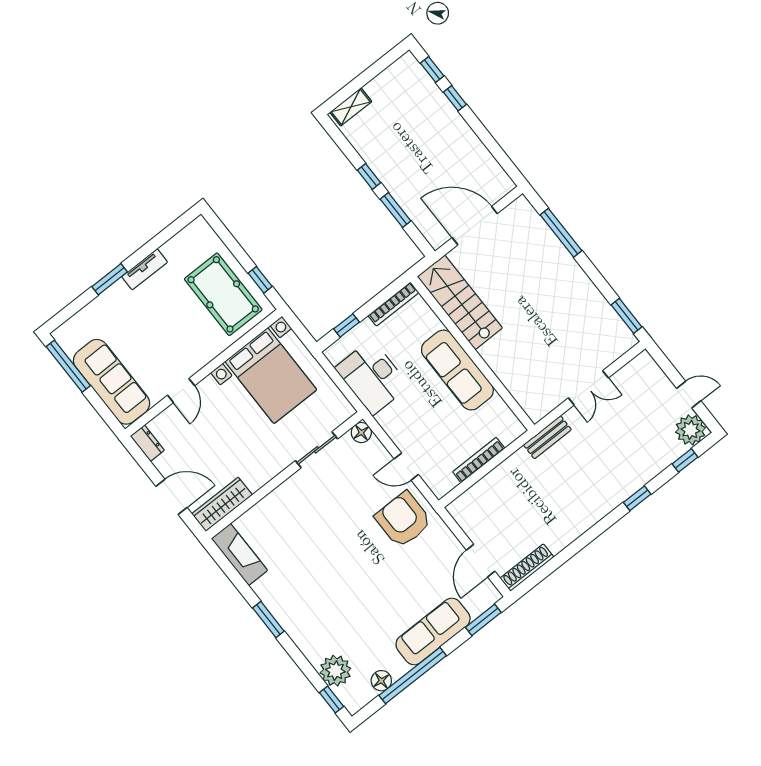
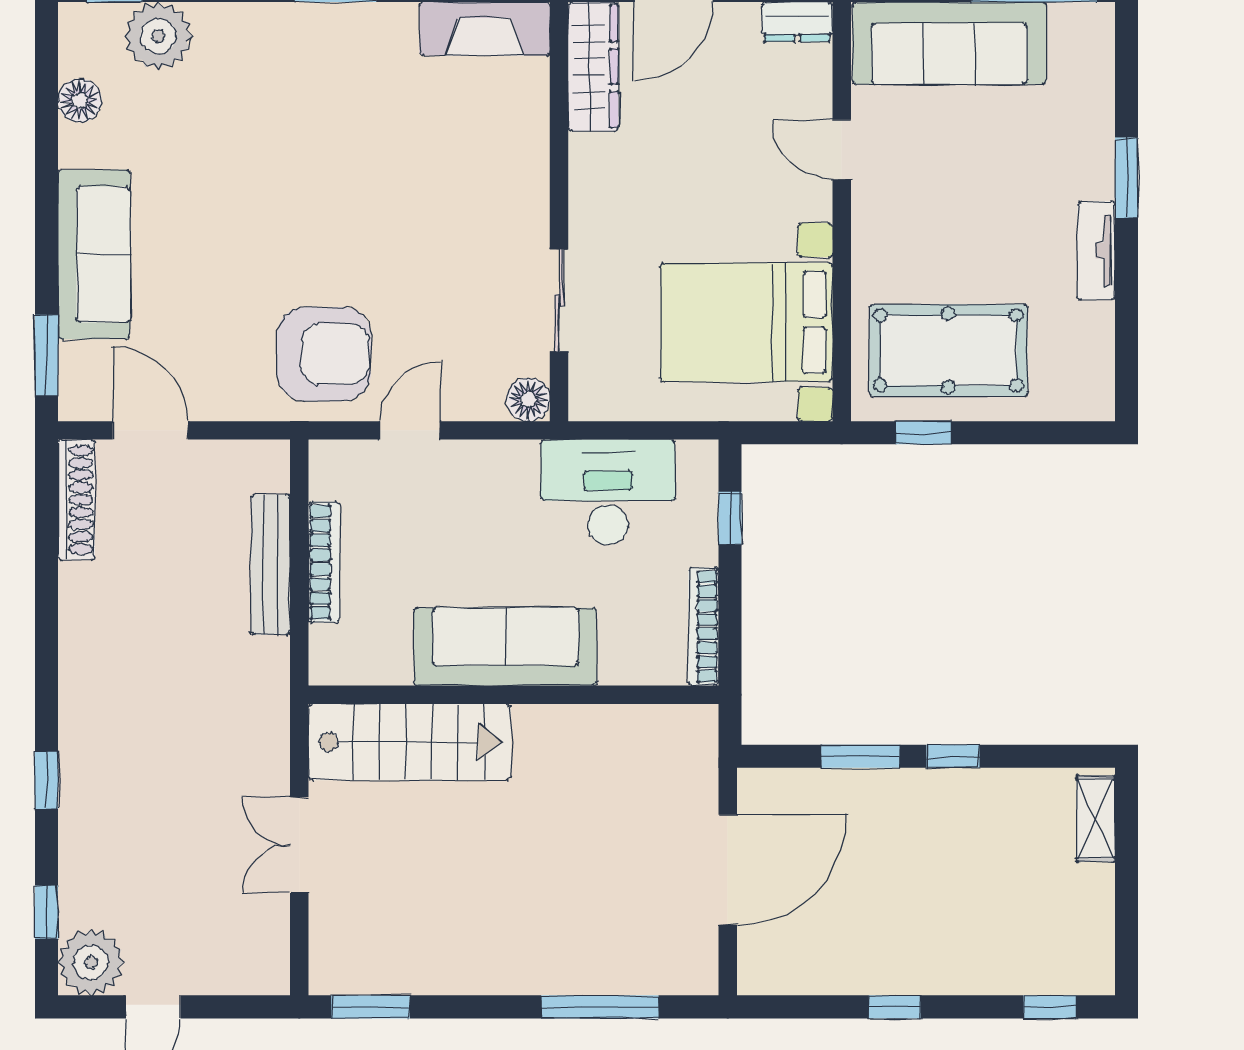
window: (455, 98) -> (895, 1007), moved
stairs: (460, 302) -> (410, 742), moved
bench: (547, 437) -> (271, 565), moved, width x1.36
window: (413, 675) -> (46, 161), removed

